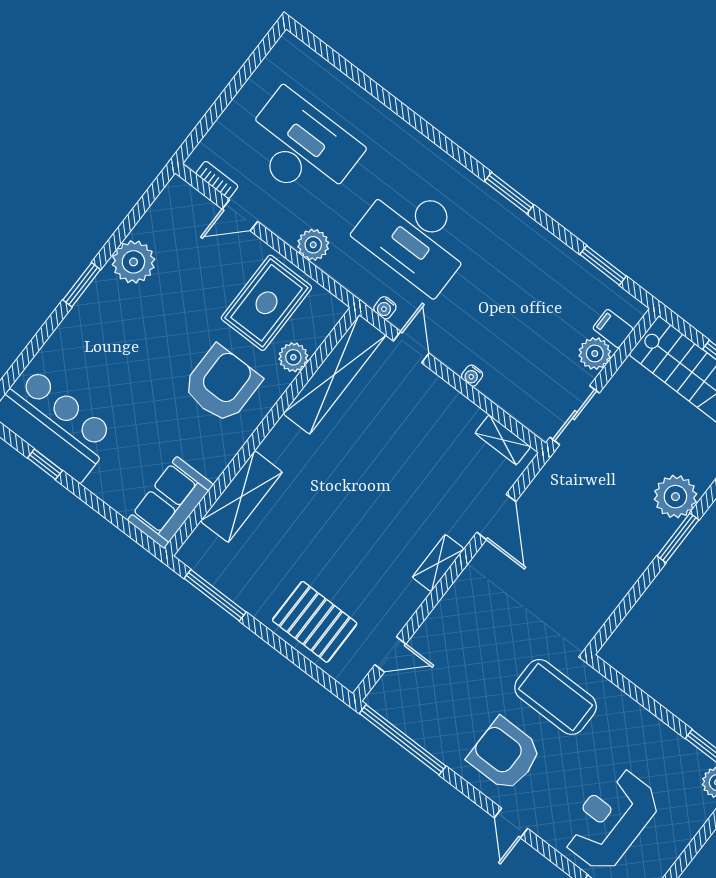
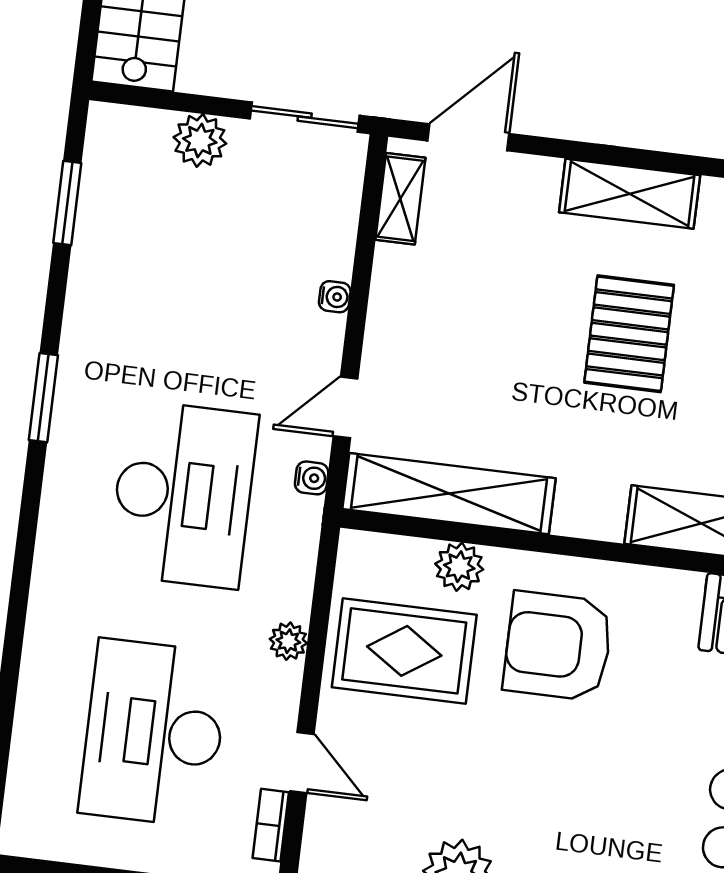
plant: (313, 245) -> (288, 641), width x0.73, depth x0.73
filing cabinet: (613, 329) -> (149, 135), removed
pallet: (362, 517) -> (629, 334), added
door: (496, 517) -> (468, 137), moved
shelving: (438, 563) -> (630, 194), width x1.50, depth x1.33

